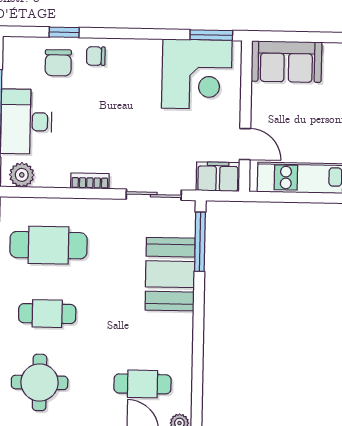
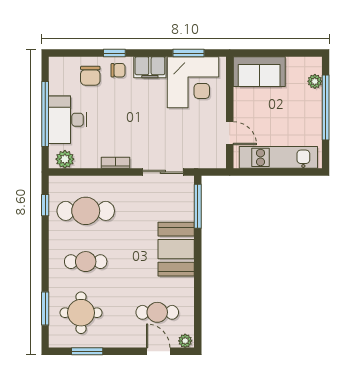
window: (64, 32) -> (114, 53), moved
window: (211, 35) -> (188, 53), moved
chair: (96, 56) -> (118, 70), turned 180
filing cabinet: (218, 177) -> (150, 67), moved, turned 180
booth: (170, 274) -> (176, 249), moved

